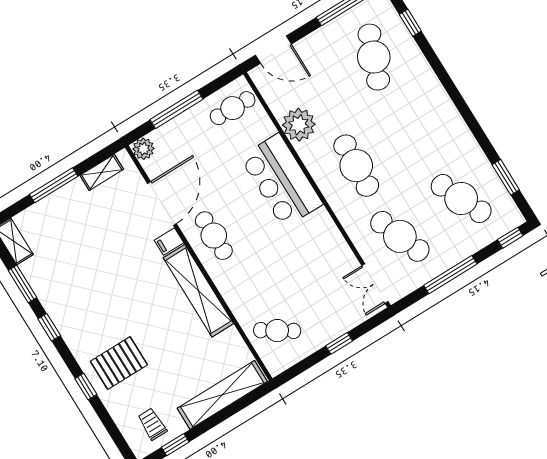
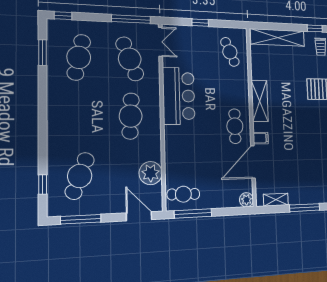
window: (177, 109) -> (193, 213), moved
plant: (299, 125) -> (151, 173), moved
bar counter: (281, 181) -> (179, 96), moved
cafe table: (461, 199) -> (79, 57), turned 36
window: (450, 275) -> (131, 19), moved
shelving: (198, 291) -> (260, 101), width x0.68
cafe table: (277, 331) -> (230, 52), turned 34

